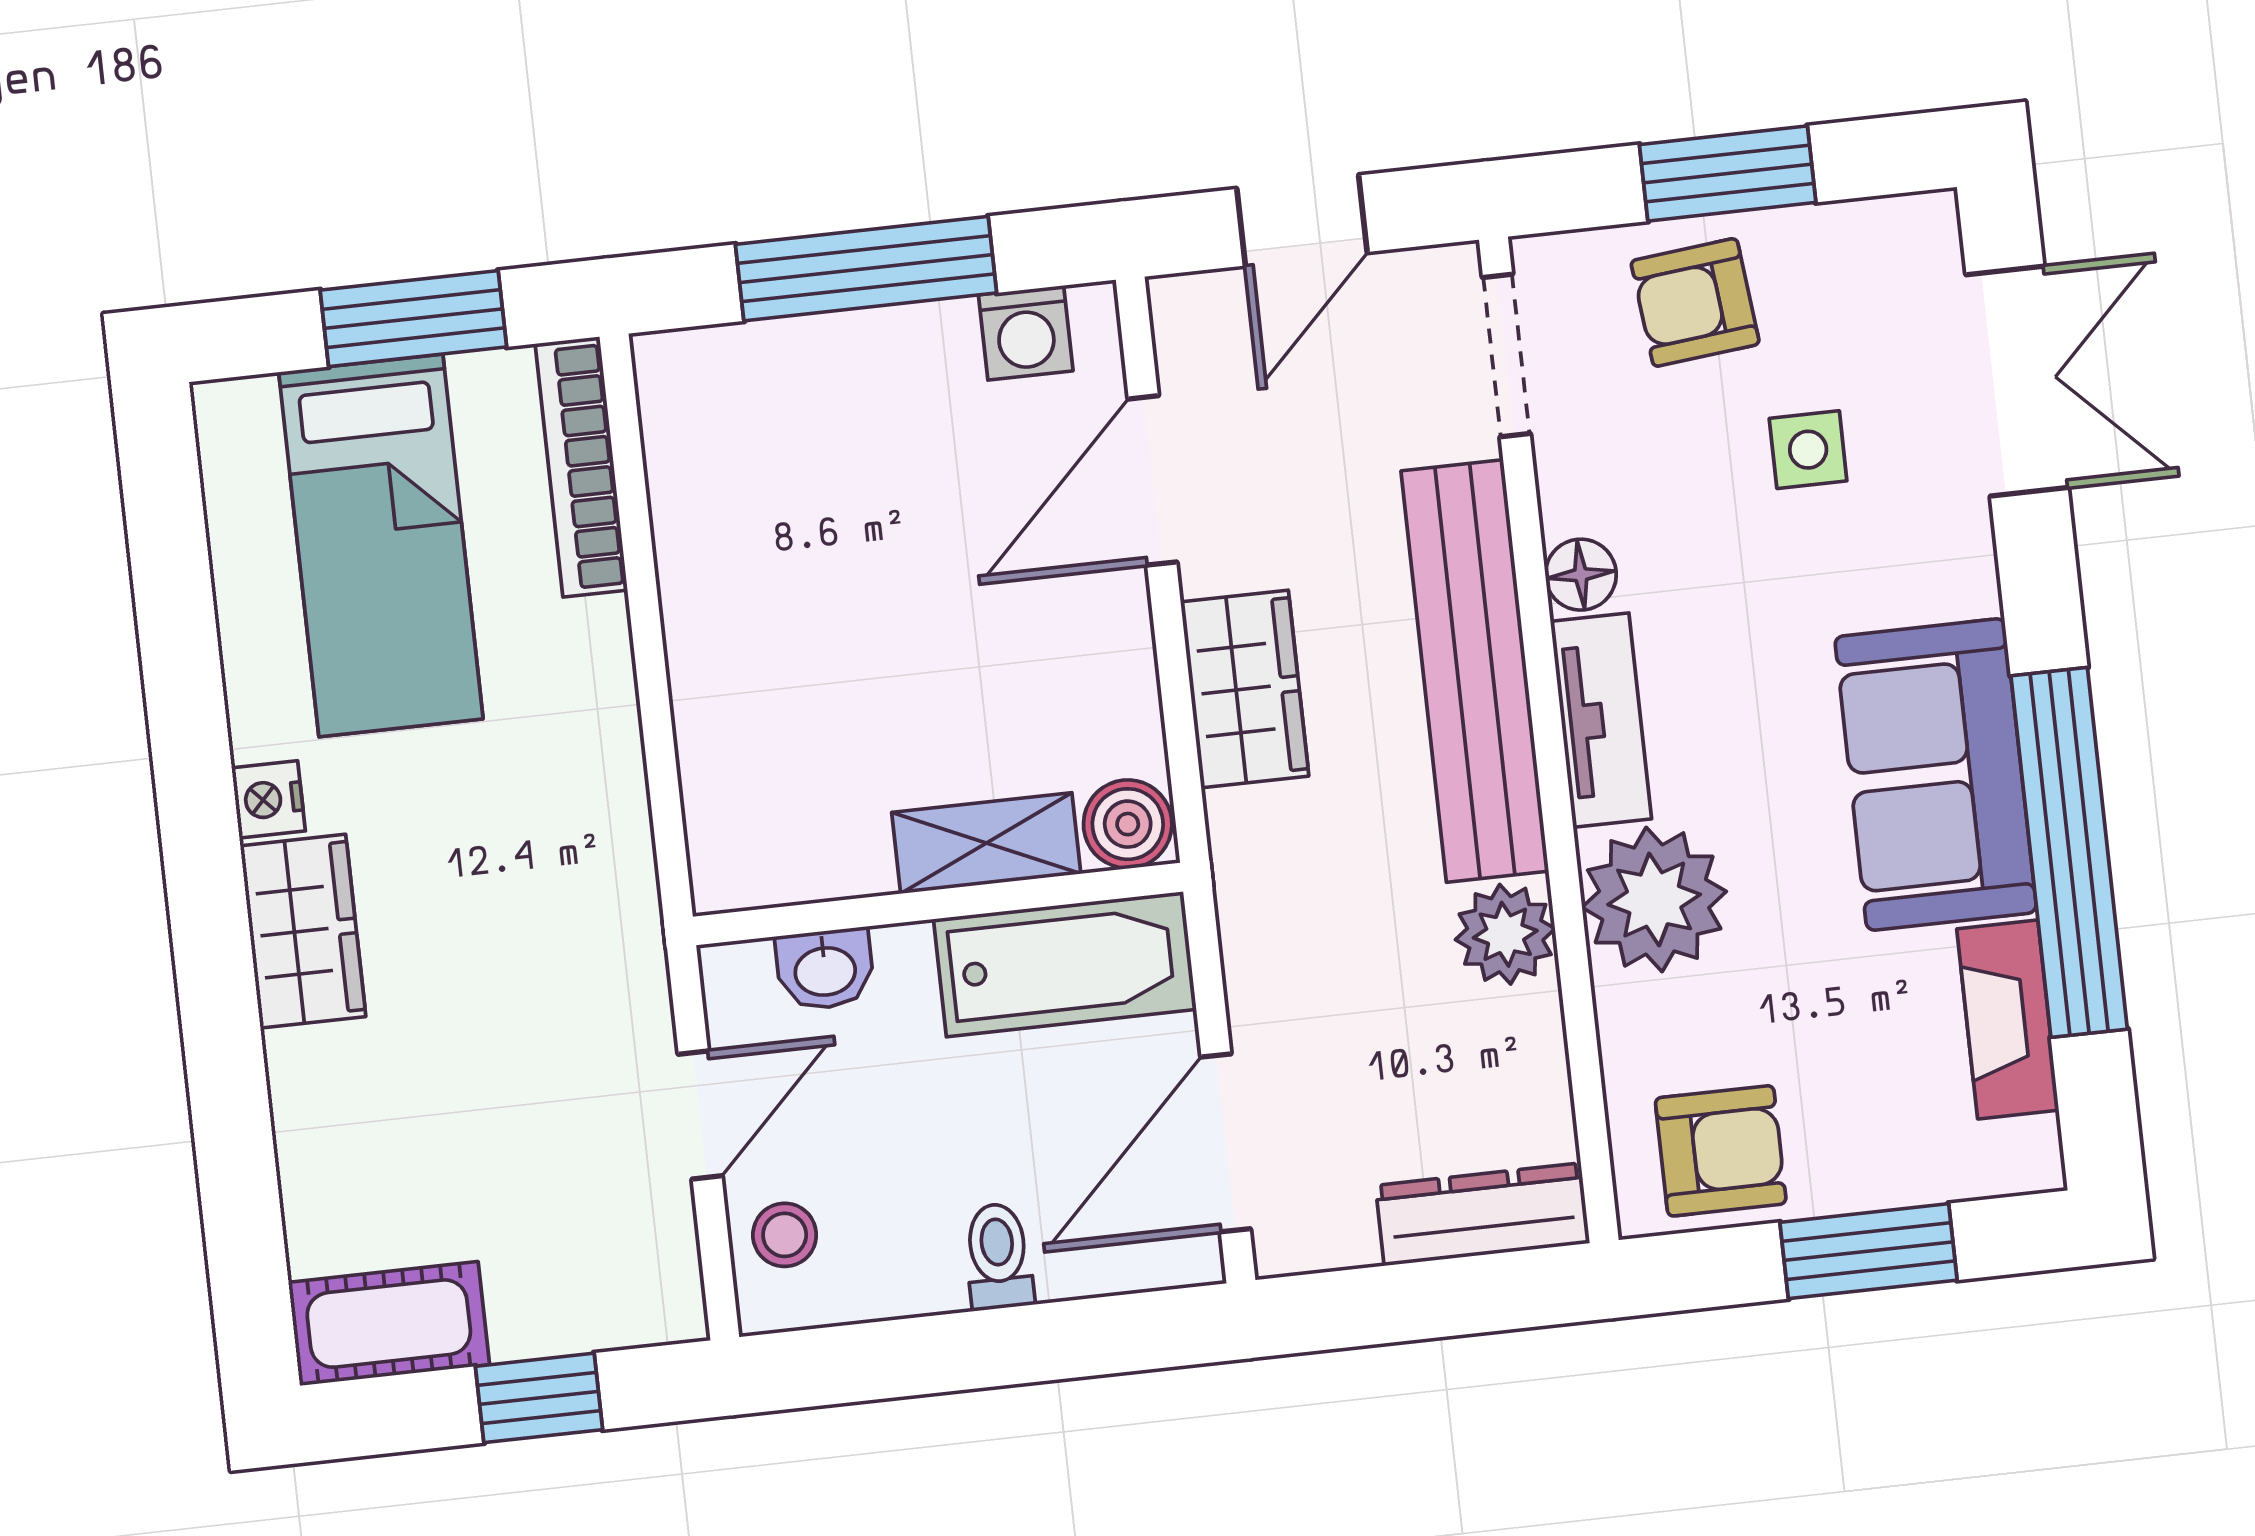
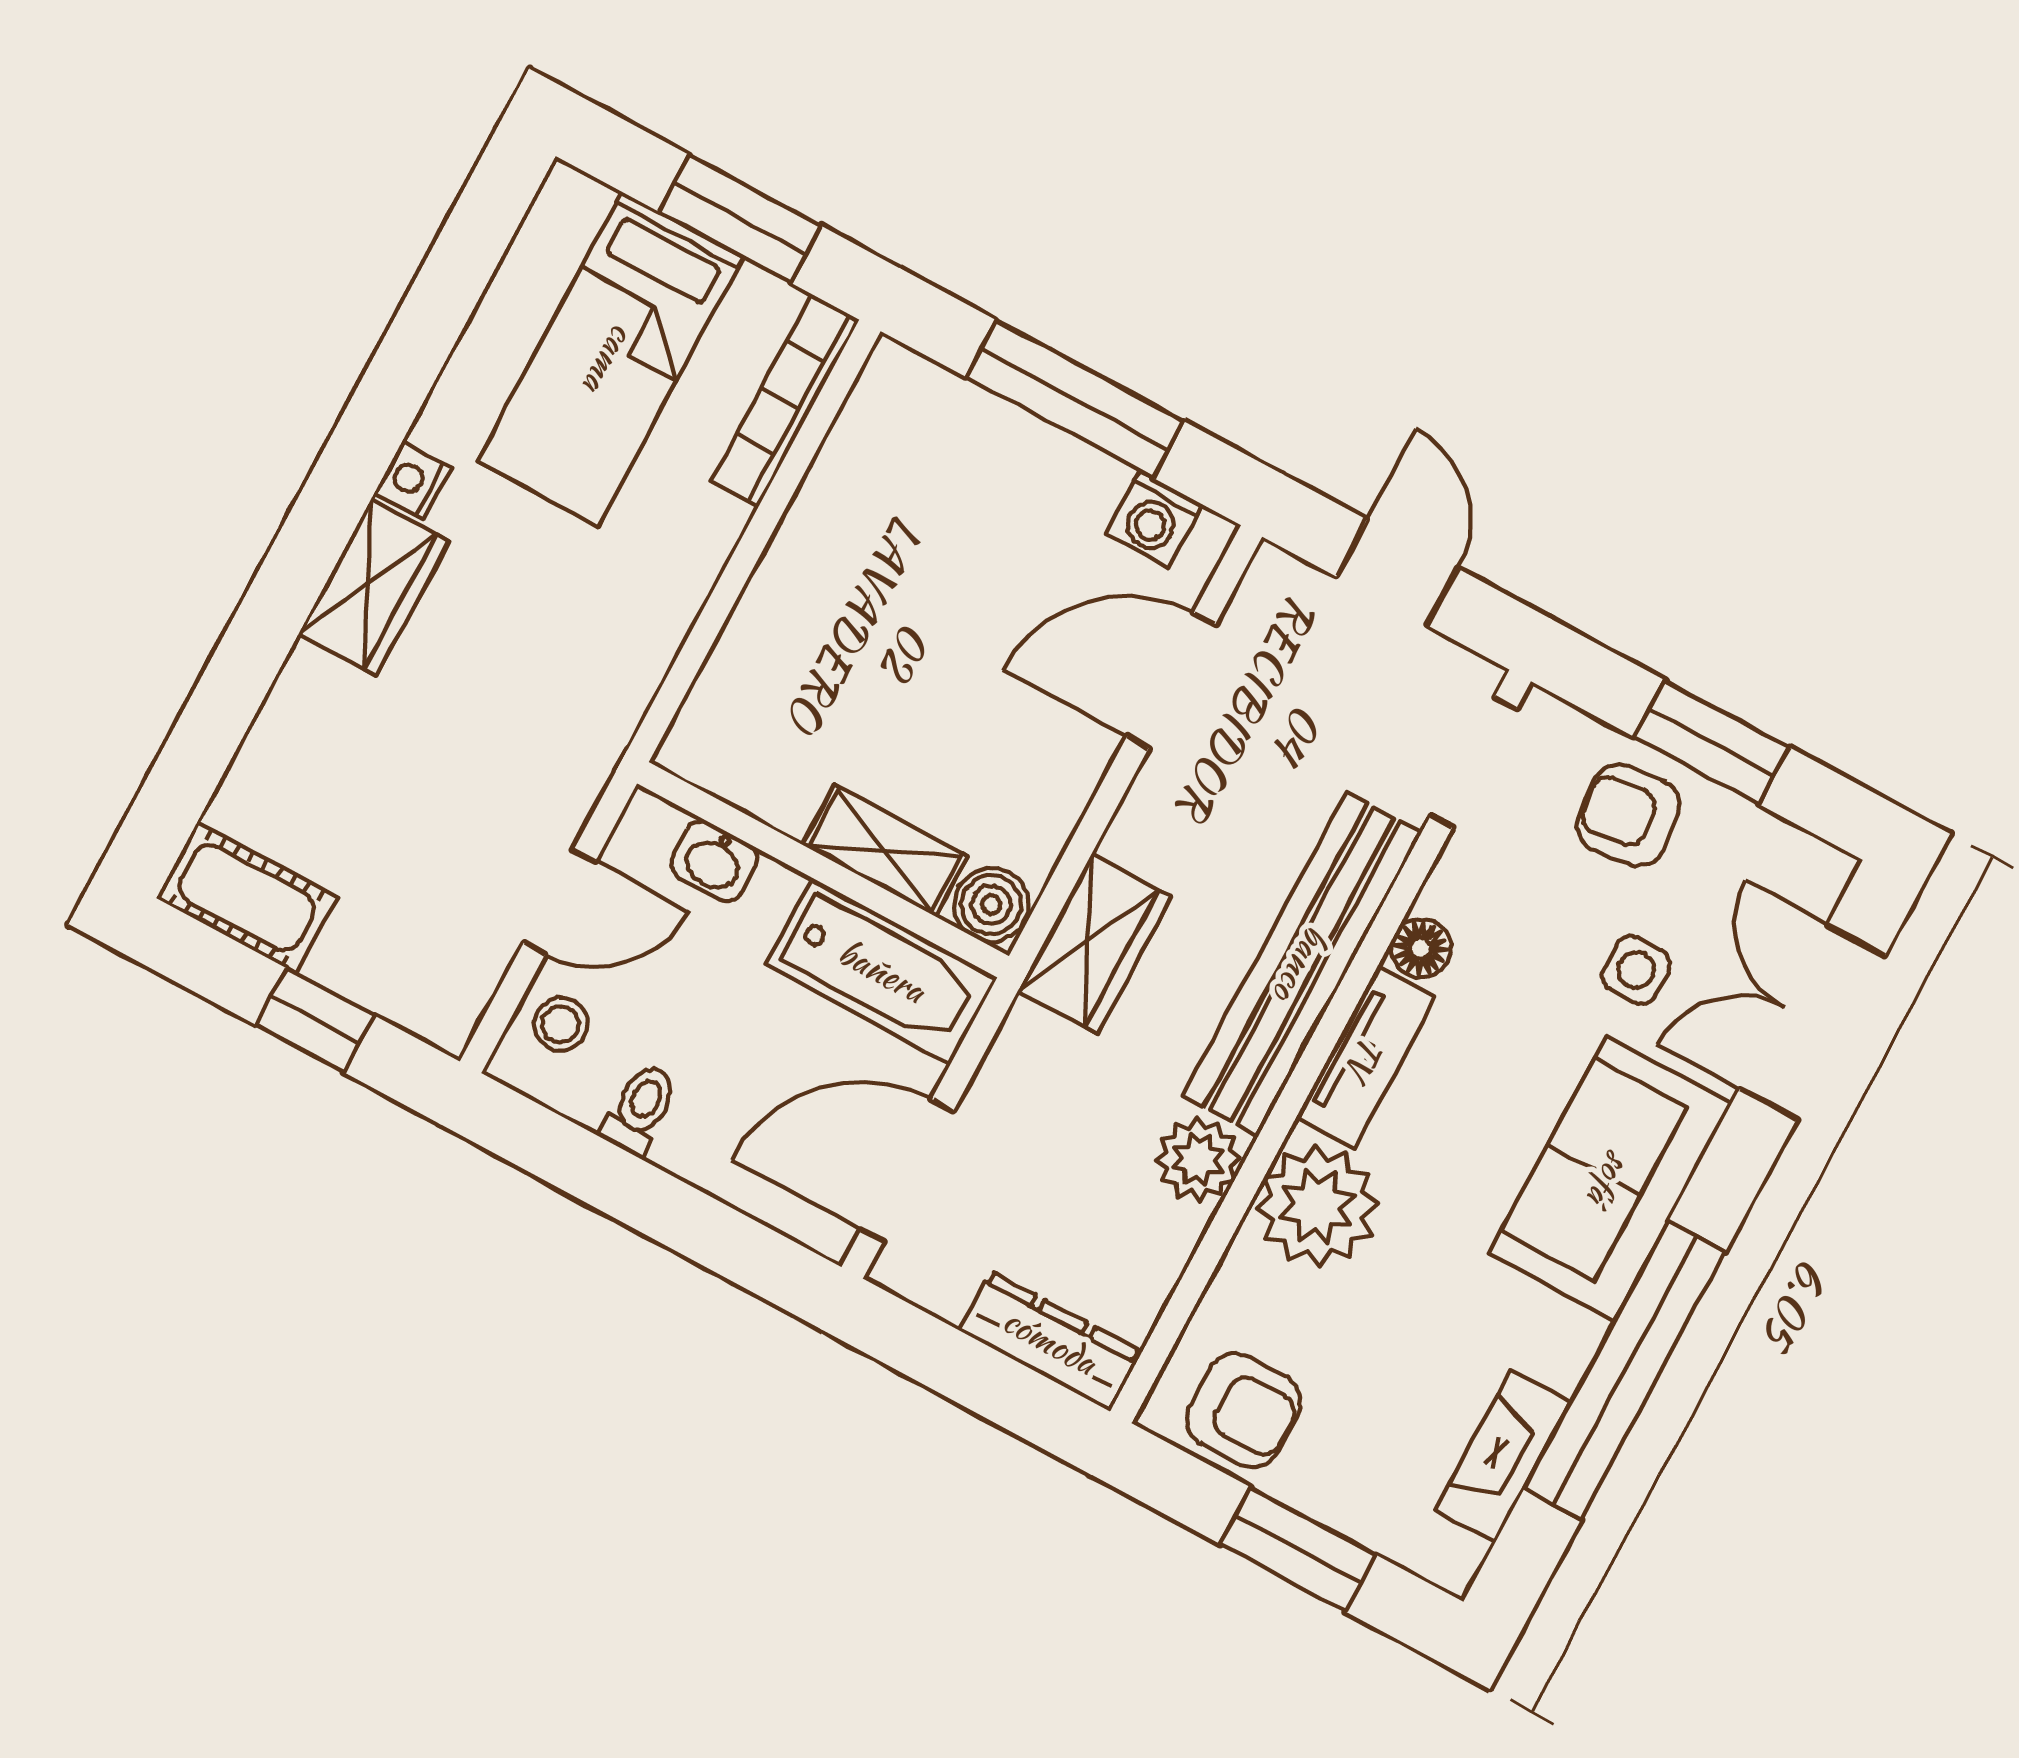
door: (1302, 220) -> (1397, 573), swing flipped
double door: (2017, 381) -> (1812, 1022), swing flipped
wardrobe: (1245, 689) -> (1094, 944), moved
sofa: (1936, 775) -> (1610, 1179), moved
toilet: (998, 1256) -> (640, 1110), moved

